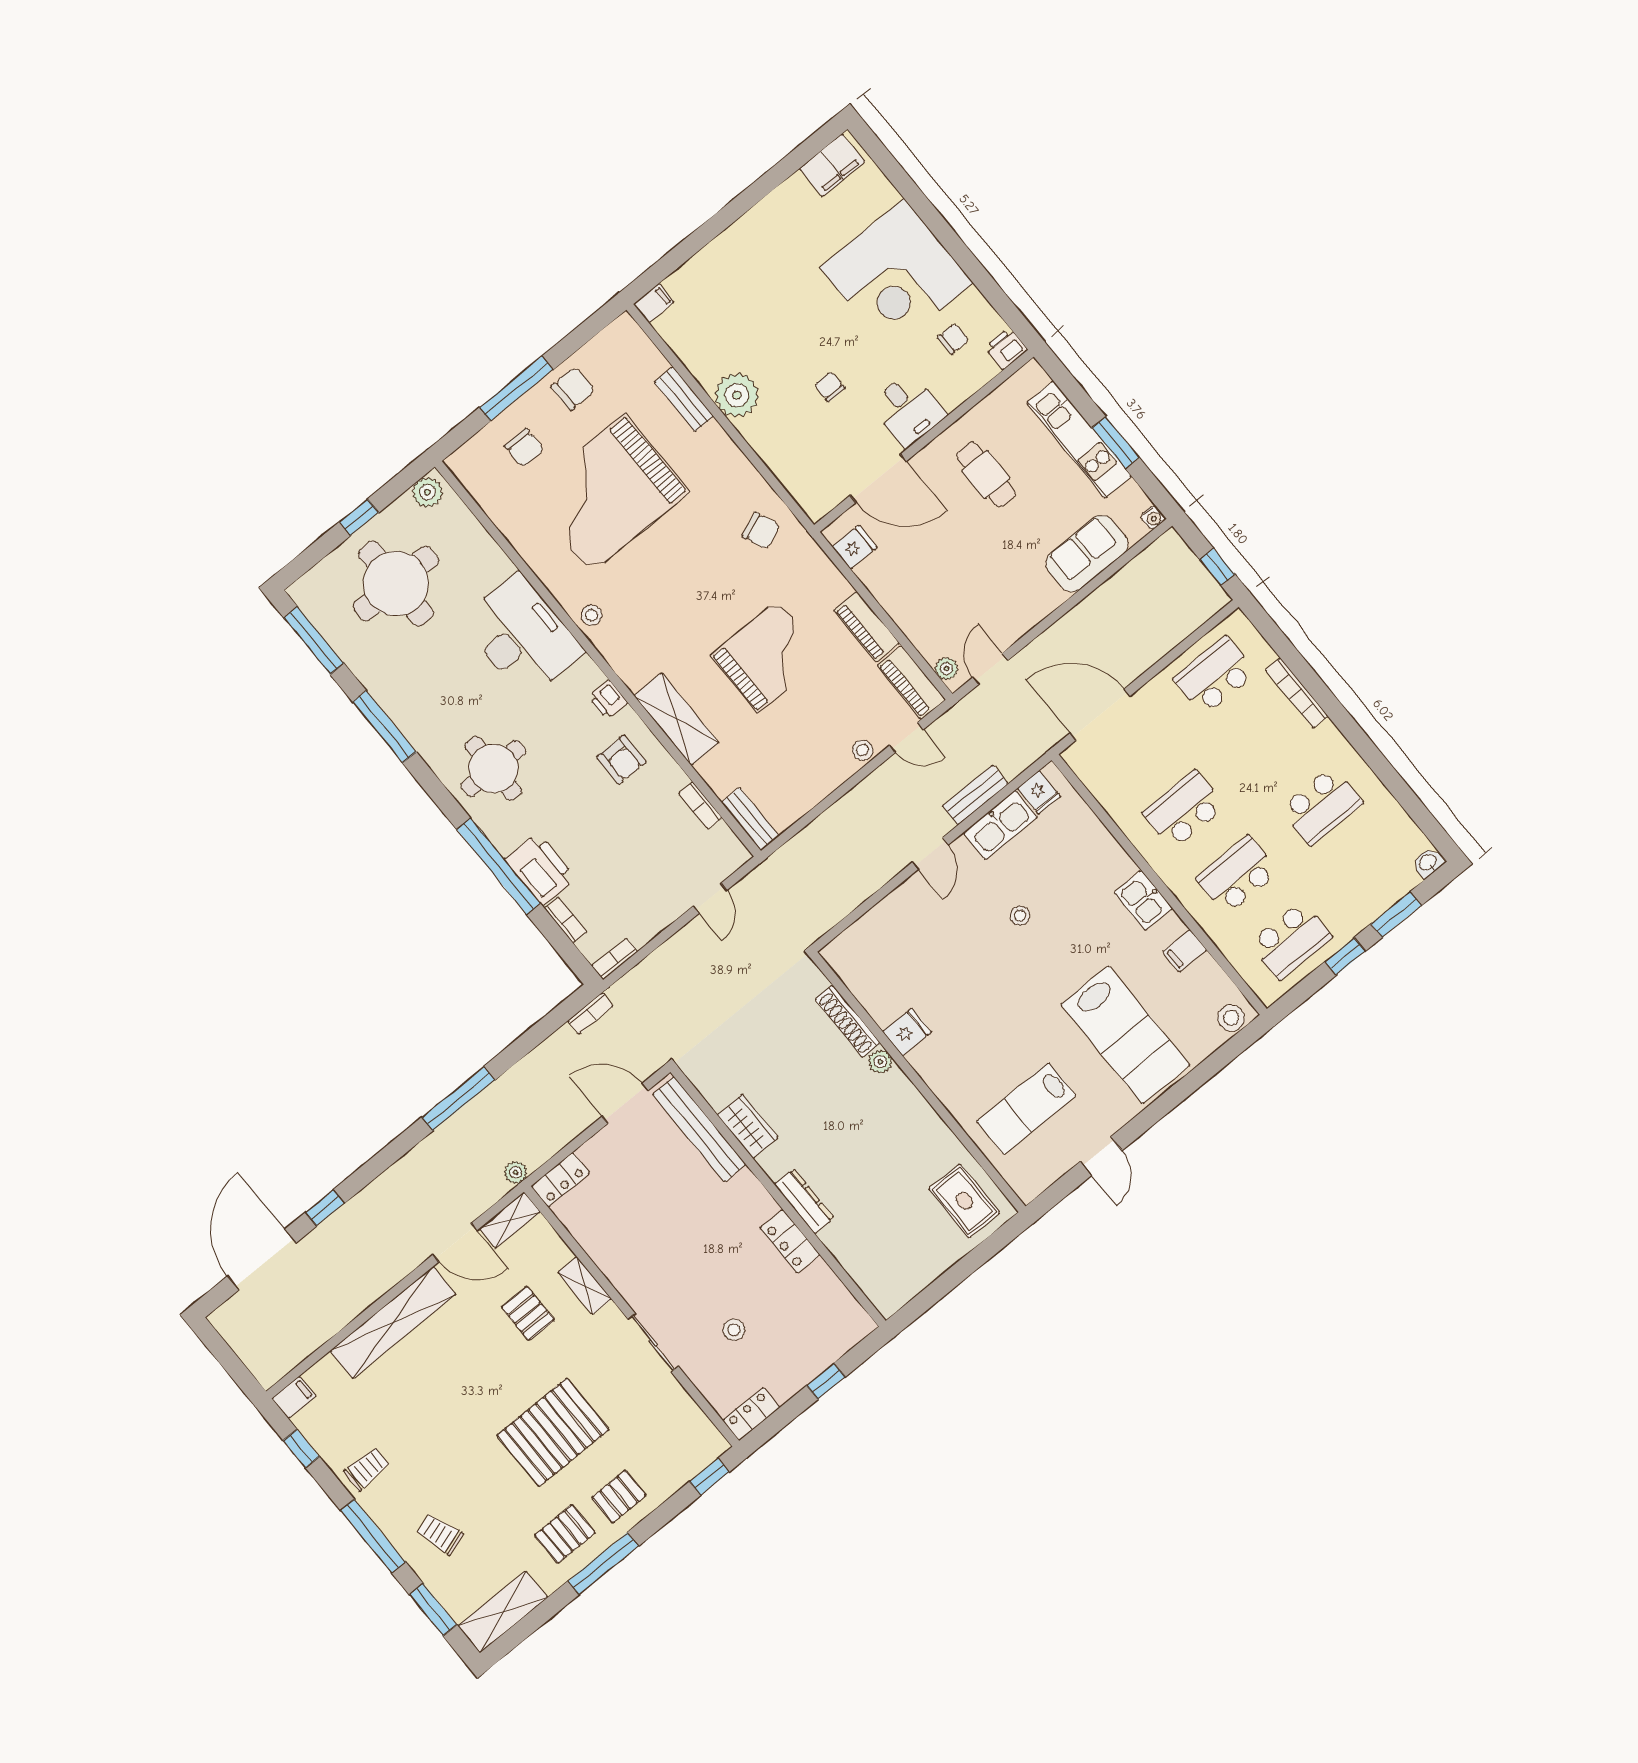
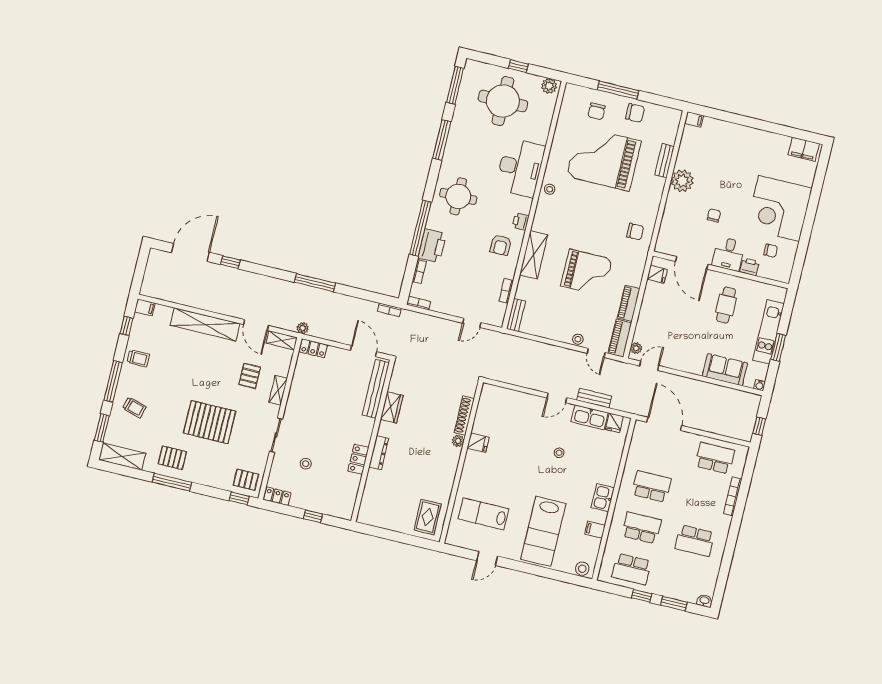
printer: (1006, 349) -> (749, 267), moved
chair: (761, 531) -> (635, 232), turned -67
pallet: (619, 1497) -> (246, 480), moved
trolley: (440, 1534) -> (134, 408), turned 124

